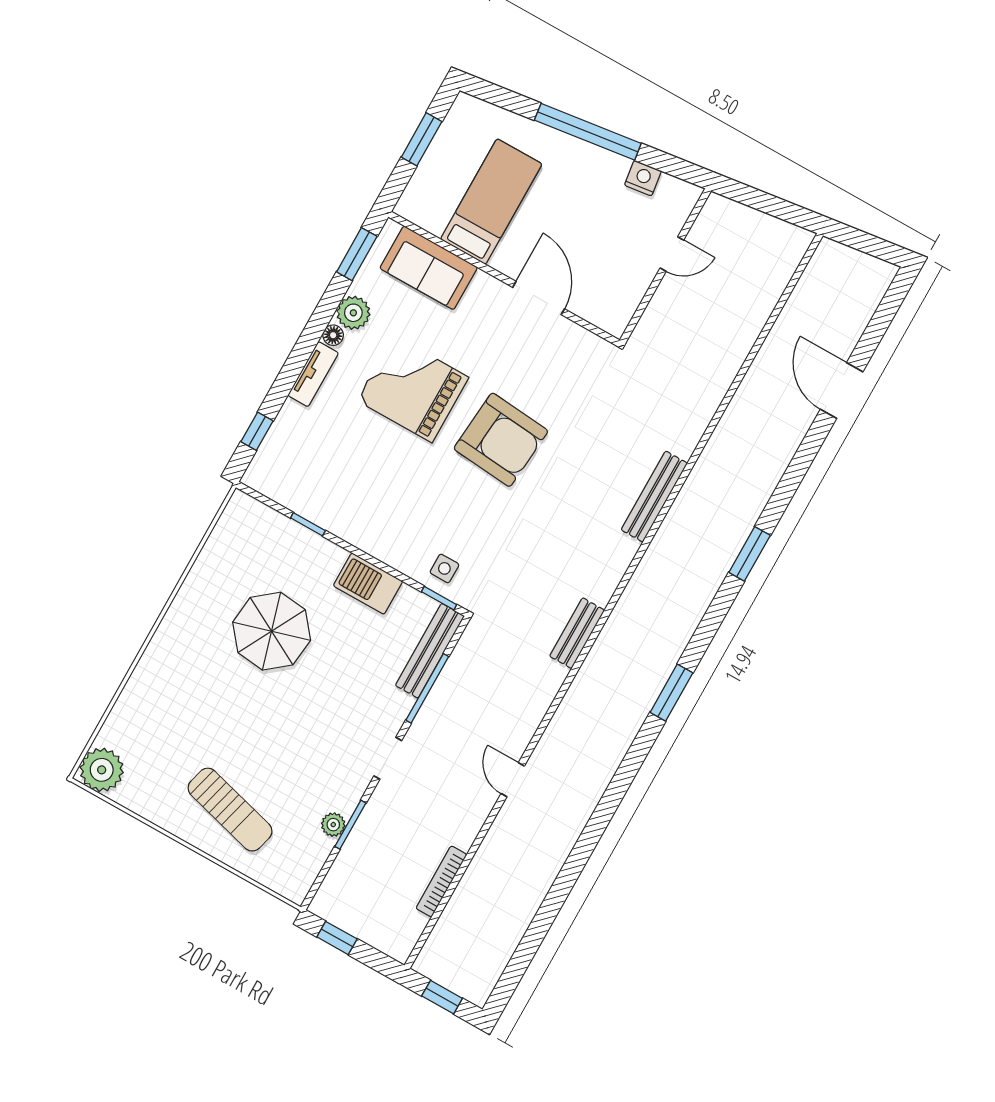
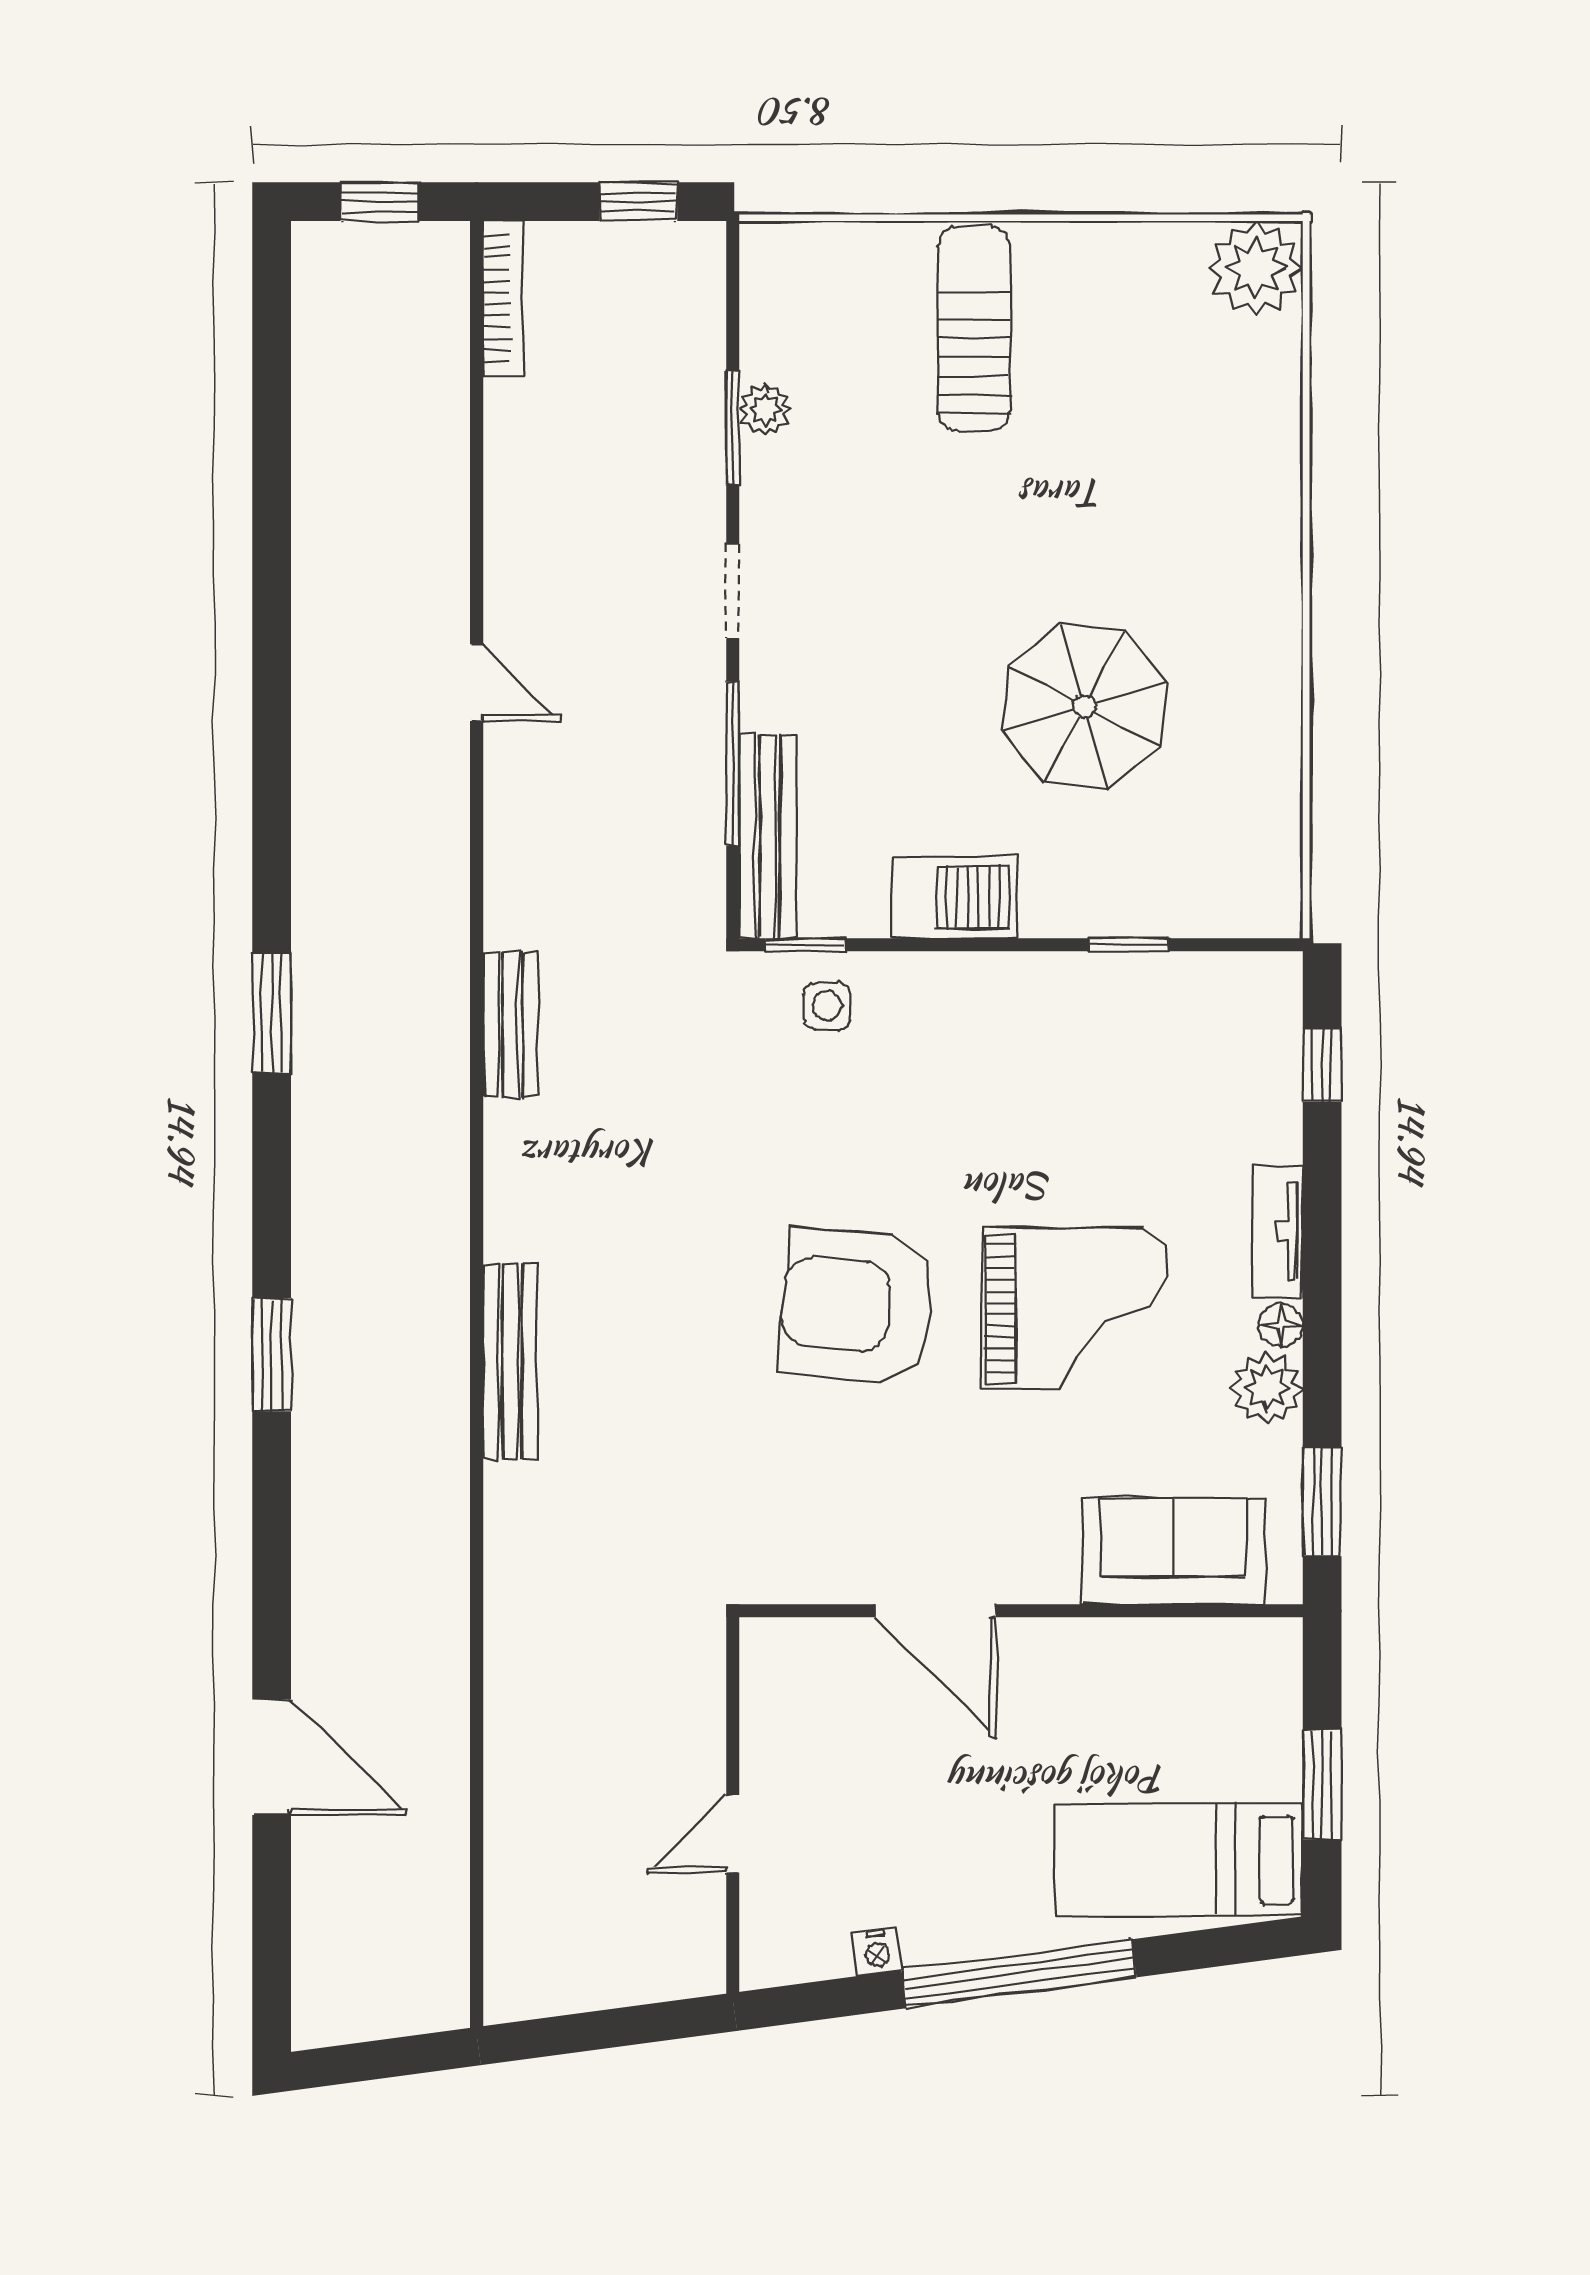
nightstand: (643, 178) -> (877, 1952), width x0.72, depth x0.74
bed: (491, 202) -> (1179, 1860), moved, turned 90
sun lounger: (230, 810) -> (974, 329), turned 75
bookcase: (441, 881) -> (503, 299), moved

